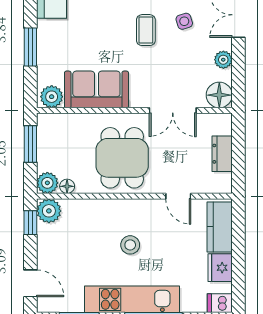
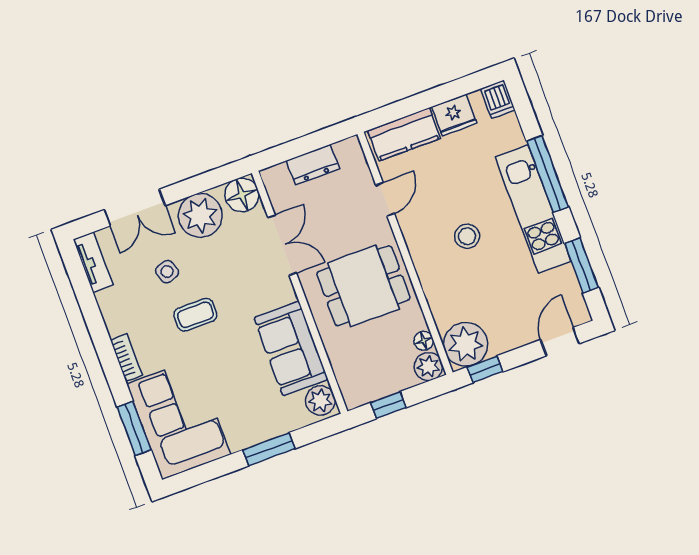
plant: (223, 60) -> (200, 216), width x1.87, depth x1.87
window: (30, 144) -> (388, 405), width x0.67
plant: (49, 211) -> (466, 344), width x1.36, depth x1.36

